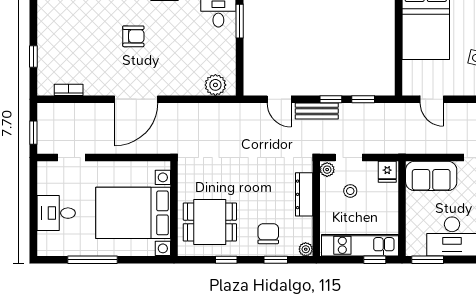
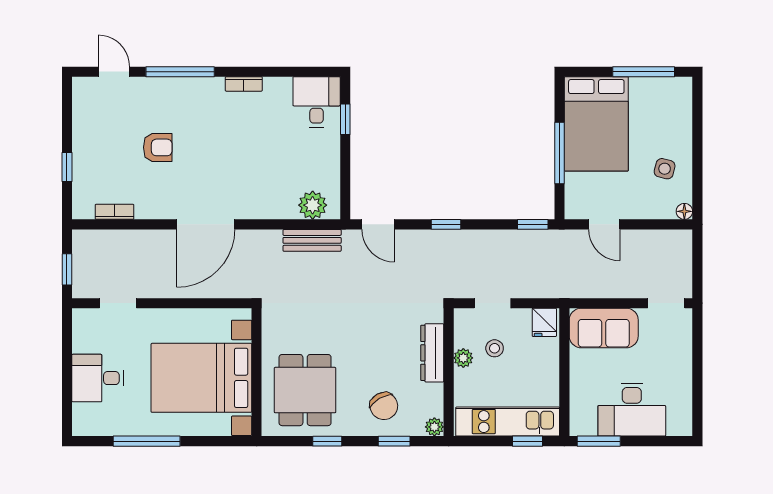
window: (240, 21) -> (345, 119), width x0.67
armchair: (133, 36) -> (158, 147), moved
window: (398, 46) -> (559, 153), added
door: (279, 99) -> (378, 224), moved
window: (331, 99) -> (446, 224), moved
window: (363, 99) -> (533, 224), moved
bench: (317, 111) -> (312, 240), moved
plant: (327, 170) -> (463, 358), moved
dining table: (210, 222) -> (305, 390), turned 90
chair: (268, 234) -> (384, 406), turned 150

